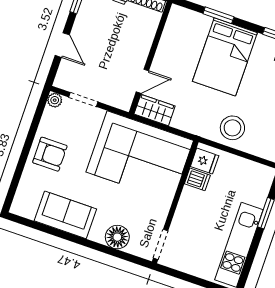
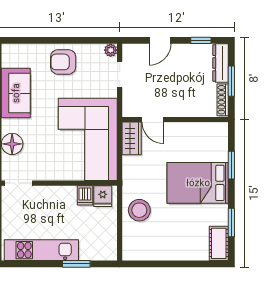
armchair: (50, 154) -> (63, 62), turned 90

